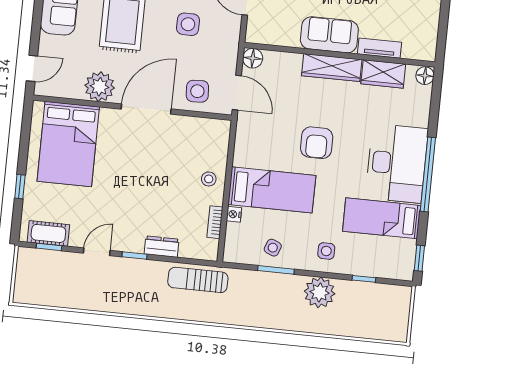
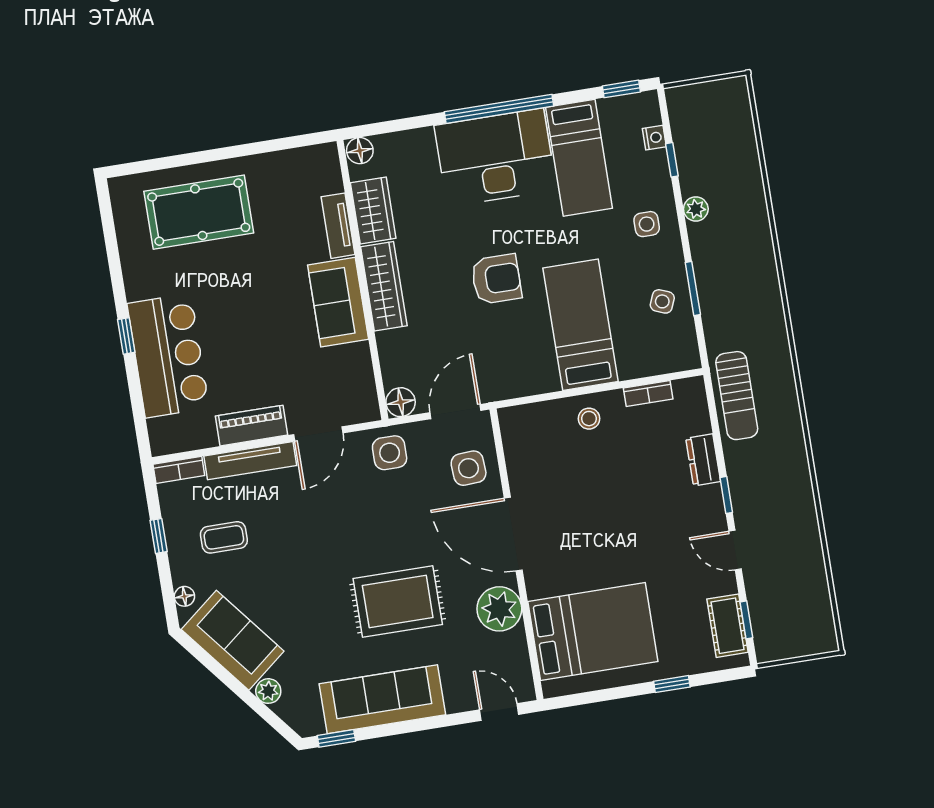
side table: (188, 24) -> (390, 453), moved
nightstand: (234, 214) -> (654, 138), moved, turned -90
plant: (320, 292) -> (696, 209), width x0.53, depth x0.53

